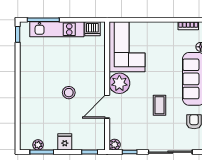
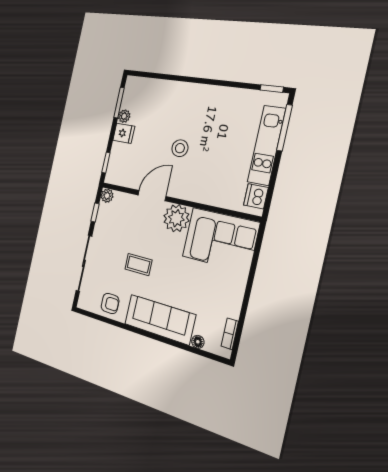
door: (107, 107) -> (152, 196), hinge flipped
plant: (38, 145) -> (124, 116), moved

